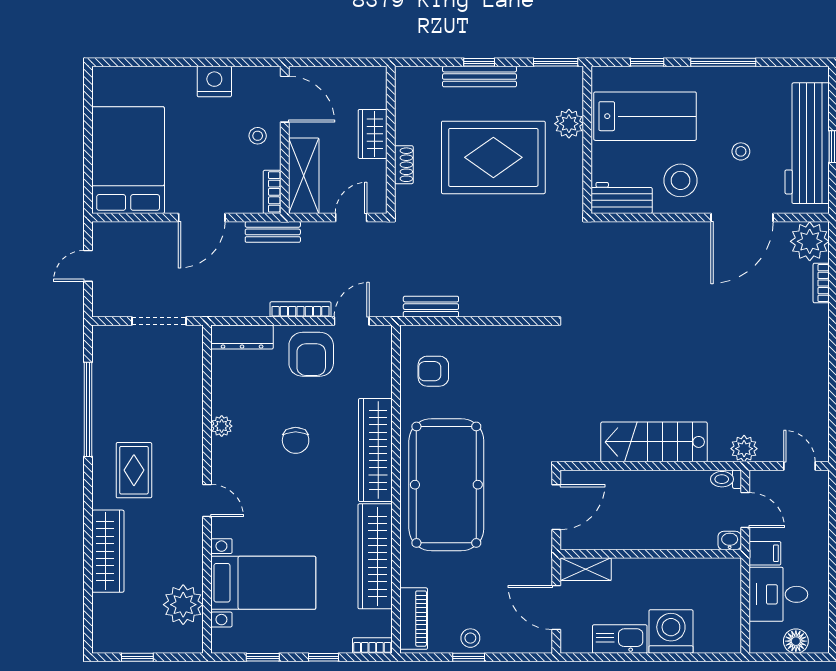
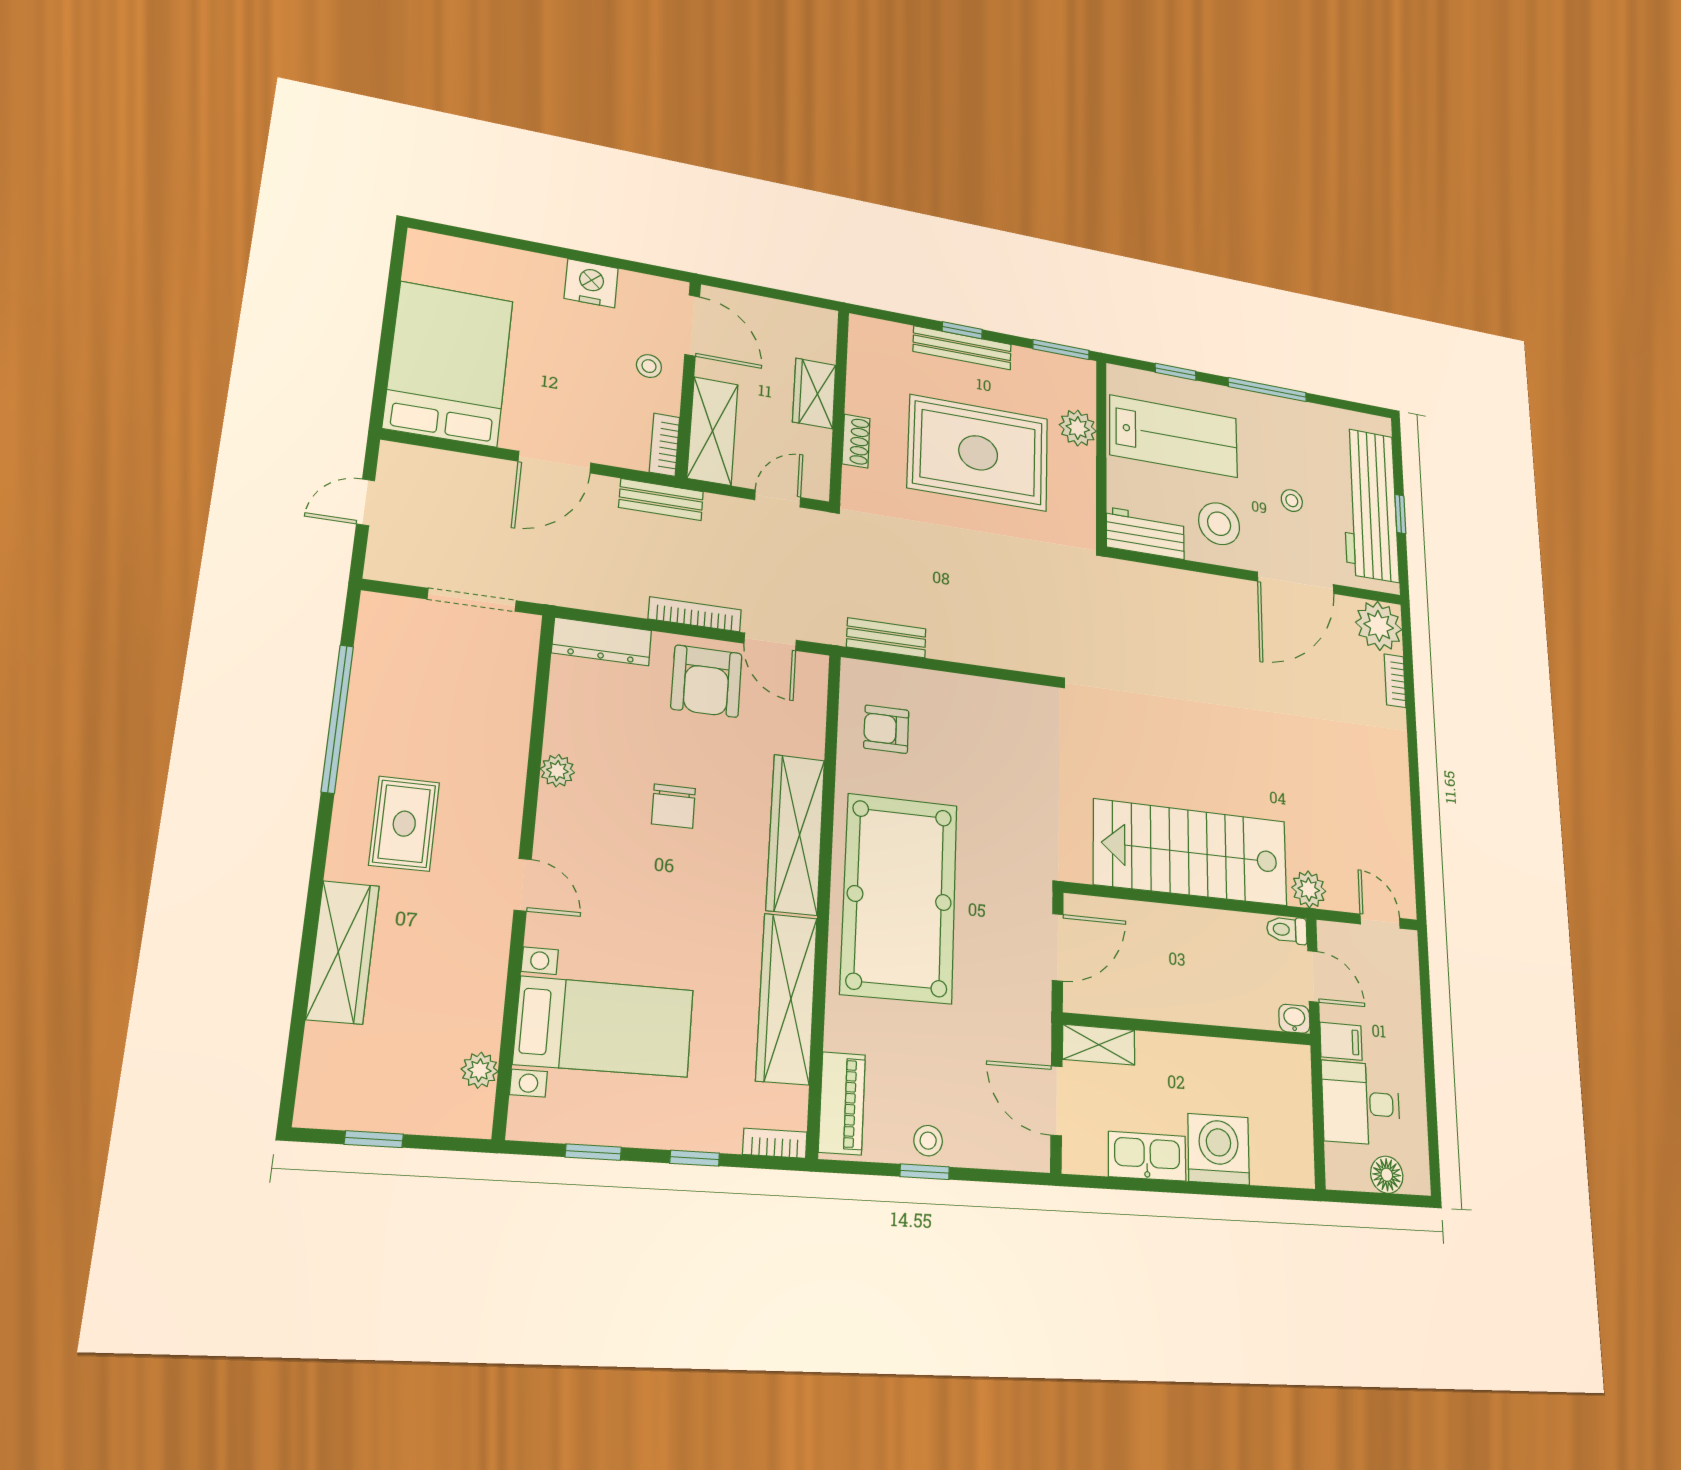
door: (352, 321) -> (770, 642), swing flipped
stairs: (654, 442) -> (1191, 853), width x1.36, depth x1.51
plant: (183, 605) -> (480, 1070), width x0.53, depth x0.53

